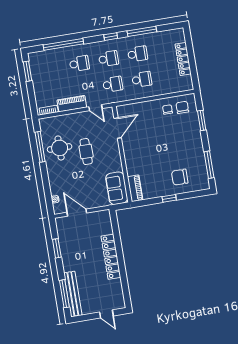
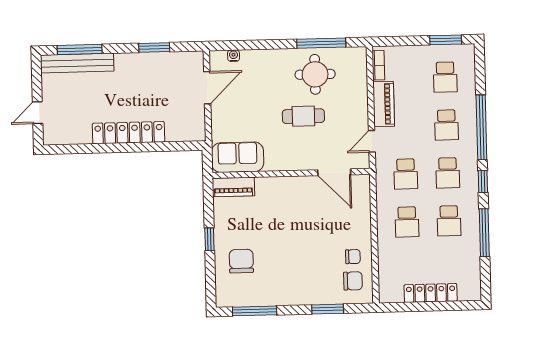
window: (63, 44) -> (481, 127), moved
school desk: (50, 68) -> (445, 77), added

